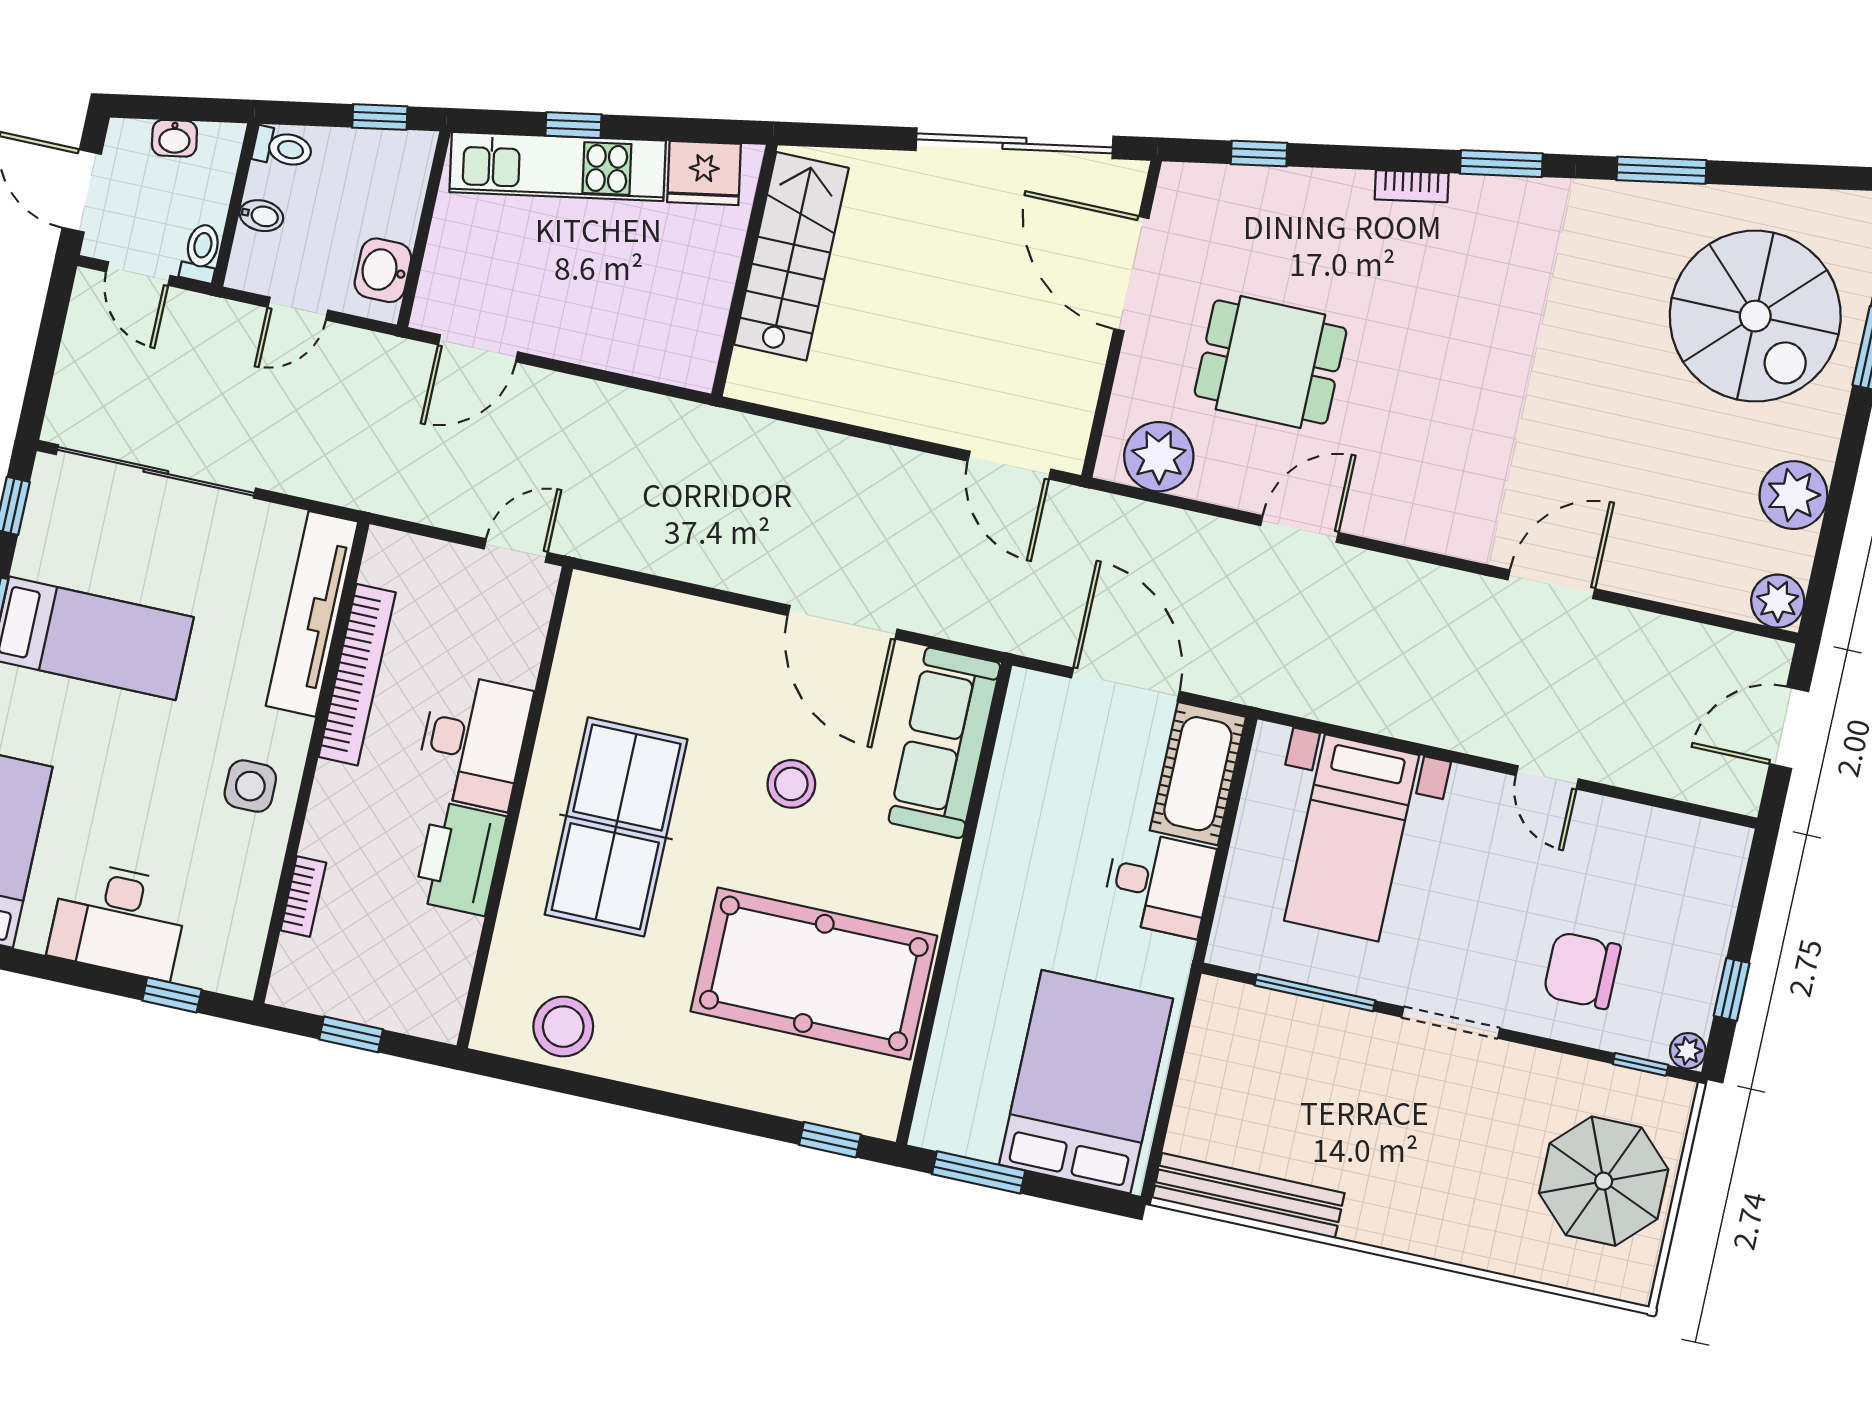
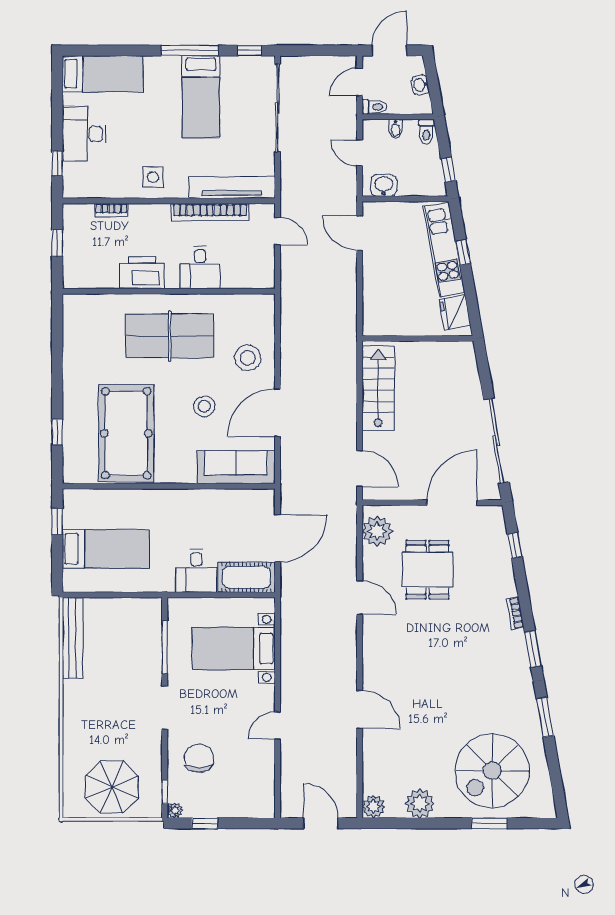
stairs: (791, 256) -> (378, 388), moved, turned -90
door: (1009, 465) -> (360, 469), swing flipped
door: (516, 551) -> (277, 231), moved
desk: (473, 741) -> (200, 268), width x0.73
stool: (563, 1027) -> (248, 358), moved
bed: (1086, 1082) -> (106, 549), width x0.67
window: (830, 1140) -> (57, 432), moved
window: (979, 1172) -> (57, 522), width x0.67

